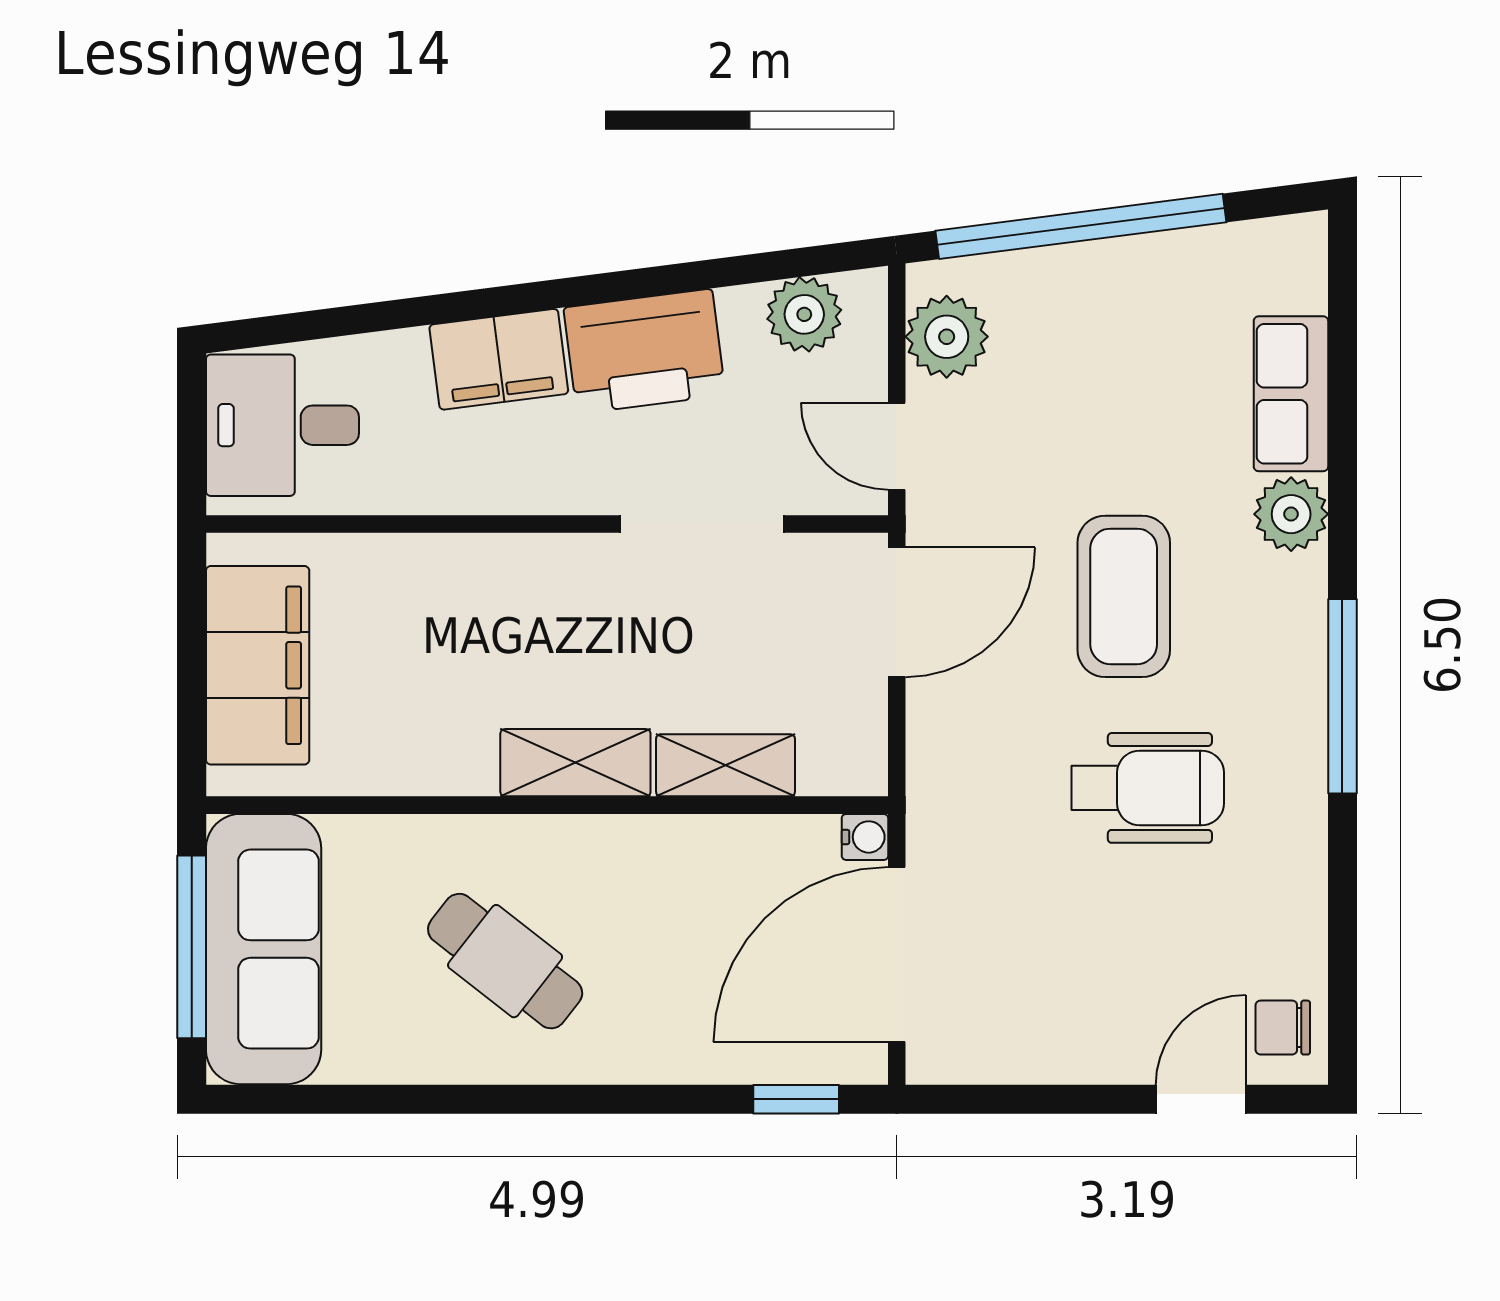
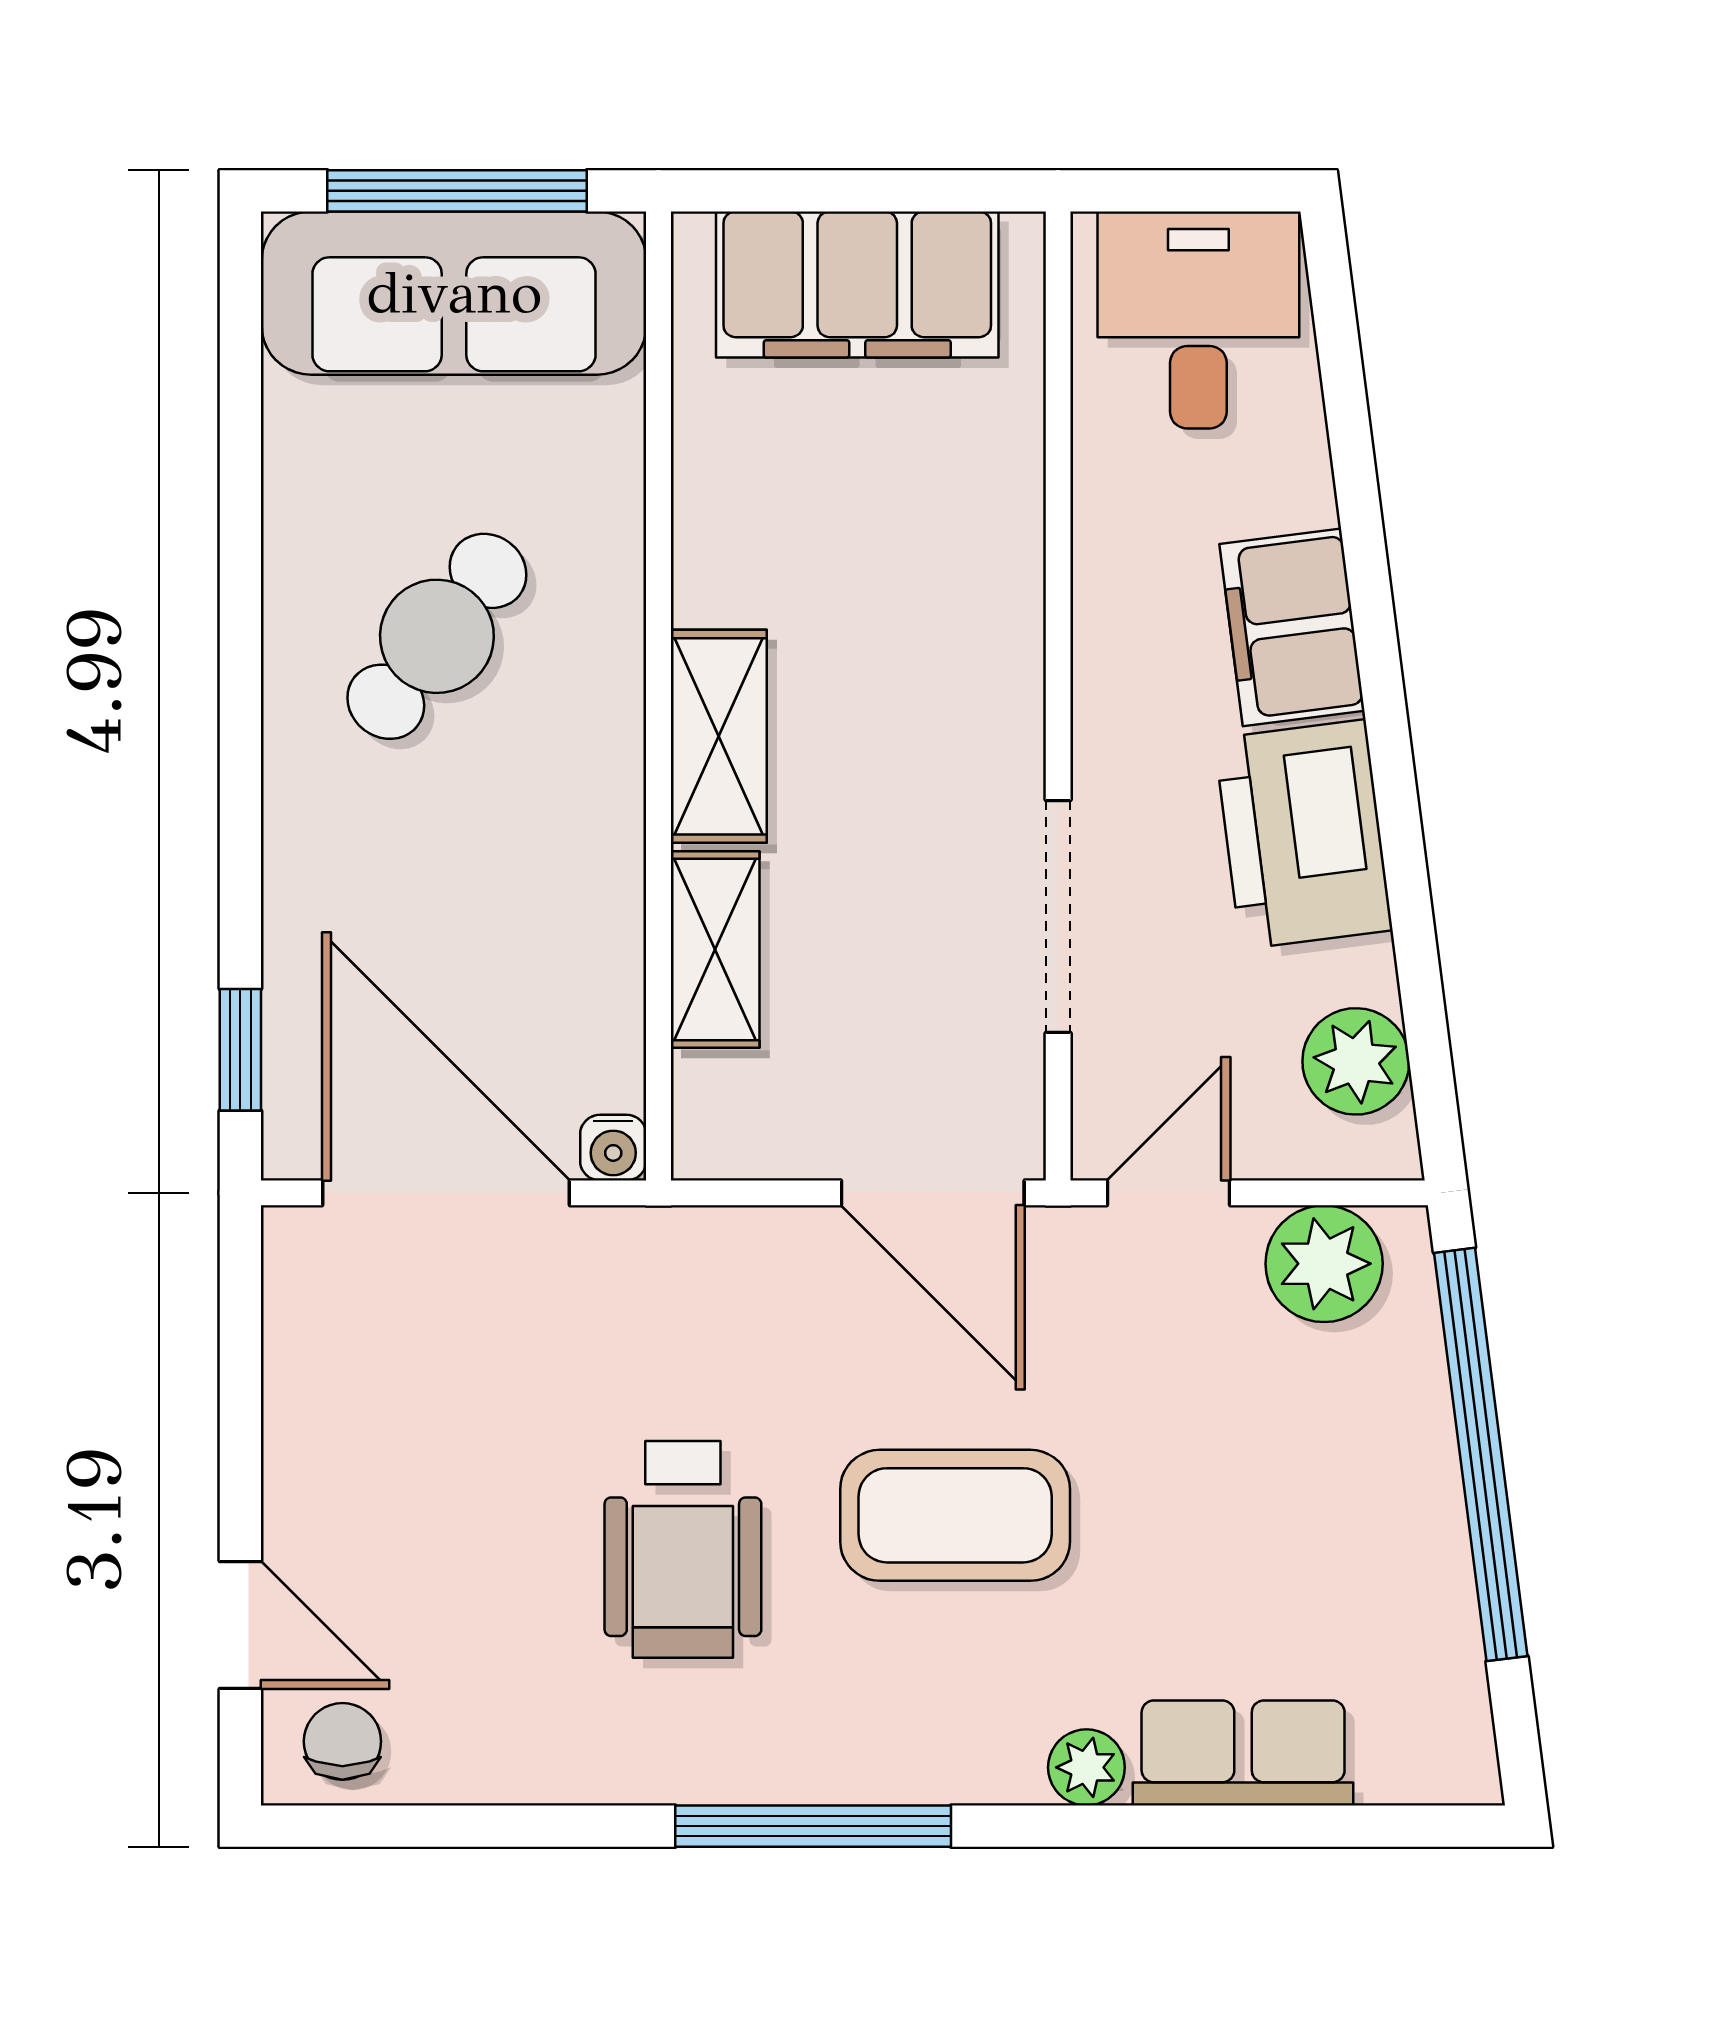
plant: (1291, 514) -> (1086, 1767), width x0.73, depth x0.73

